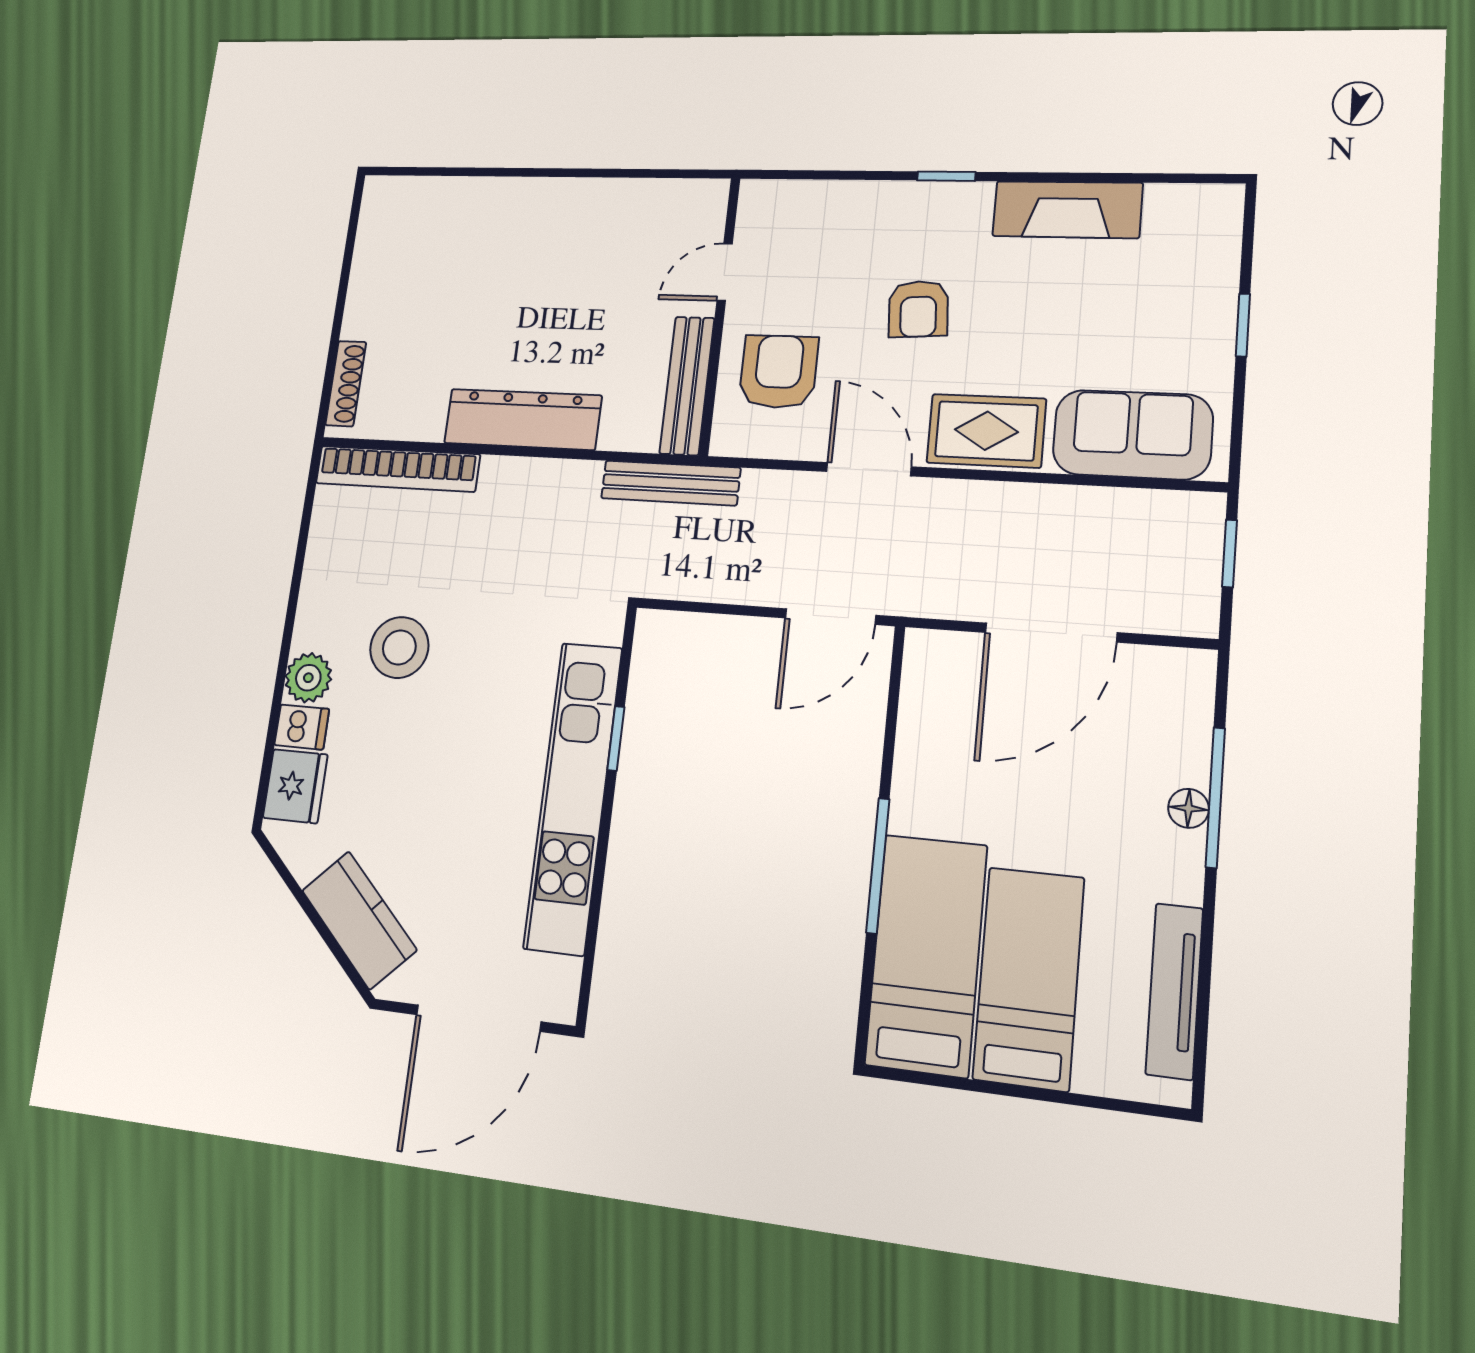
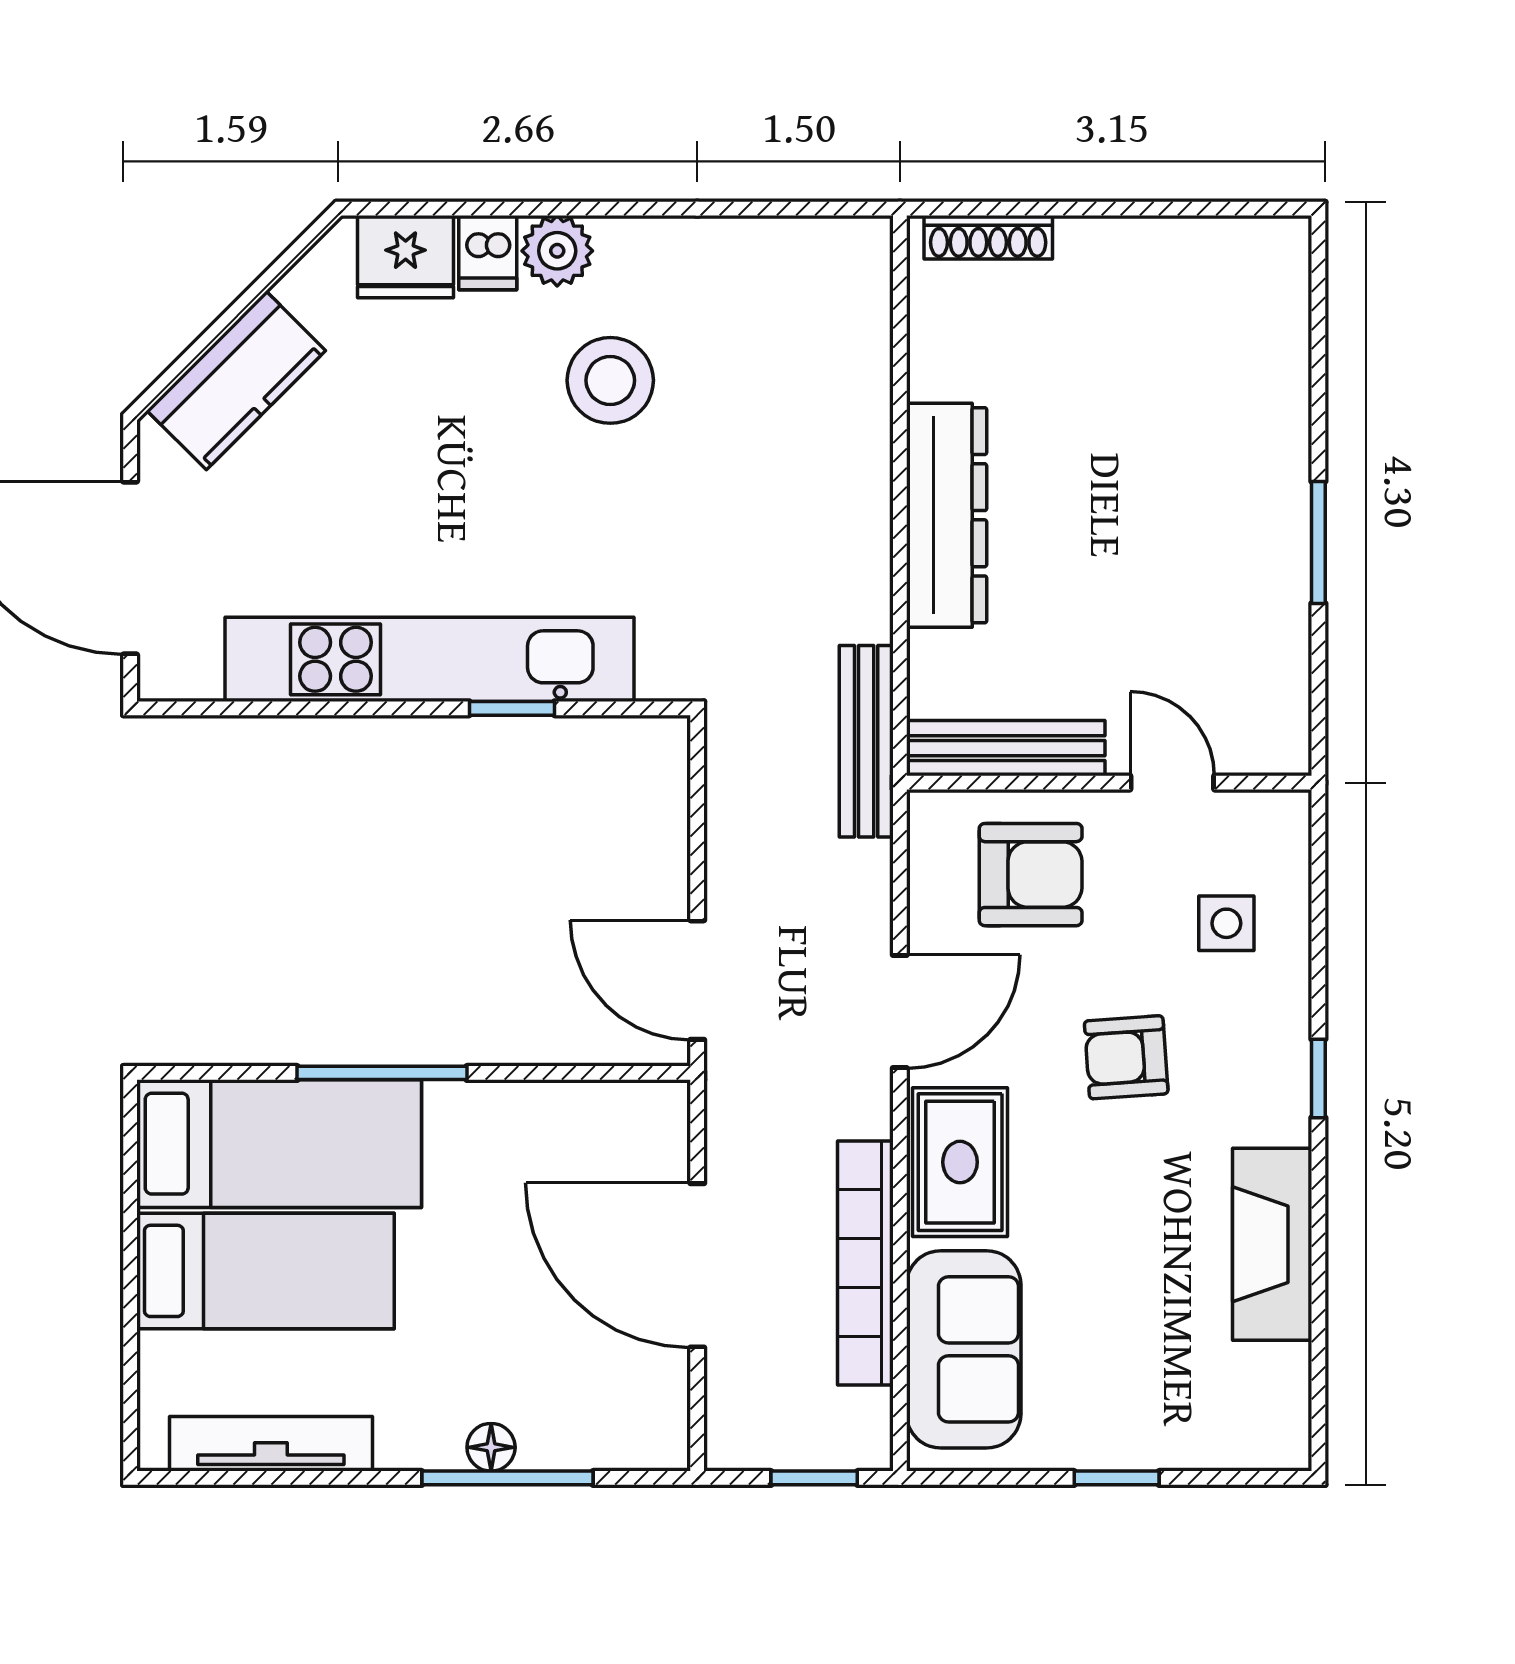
window: (574, 173) -> (1318, 542), added
side table: (828, 237) -> (1226, 923), added
bookcase: (397, 469) -> (865, 1263), moved

